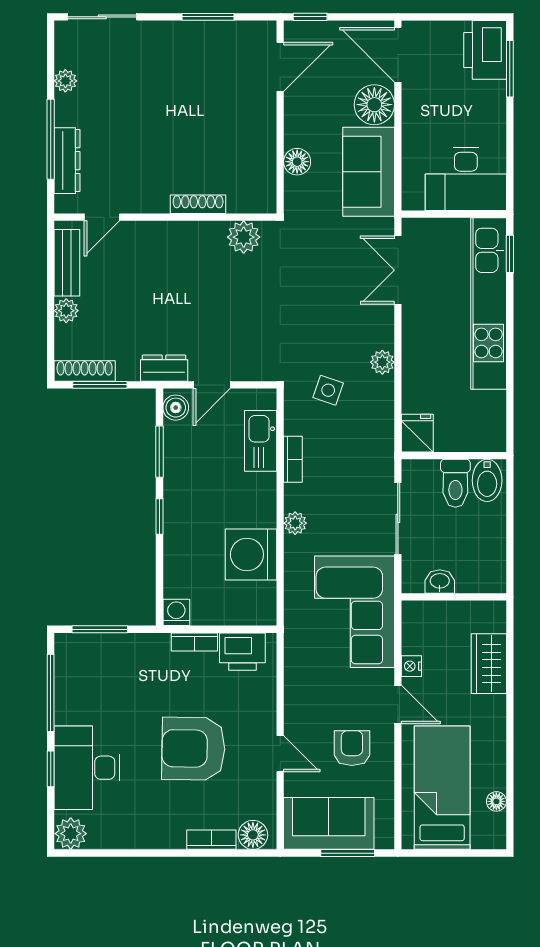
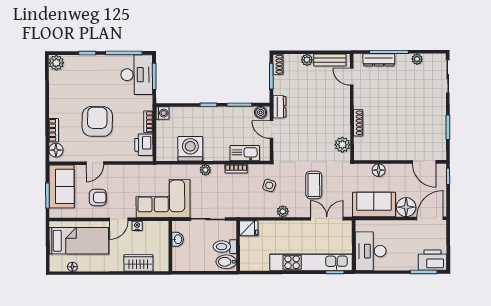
coffee table: (327, 297) -> (314, 185), added
shoe rack: (85, 371) -> (278, 64), width x0.70
desk: (87, 768) -> (137, 75), moved, turned 90

